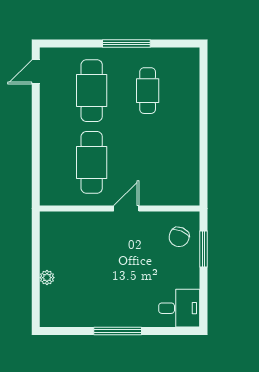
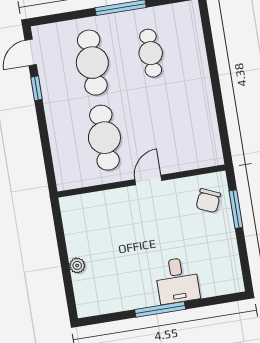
window: (36, 106) -> (36, 88), added
desk: (179, 308) -> (177, 280), moved, turned 90

